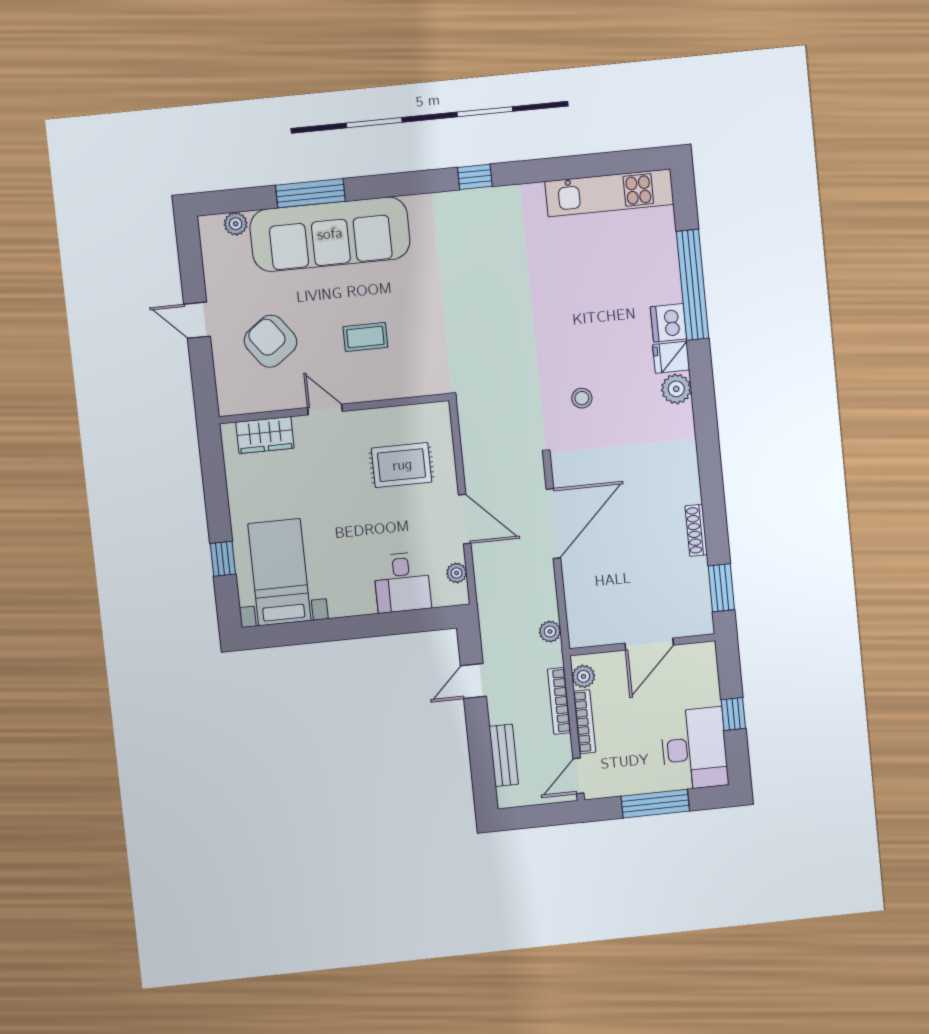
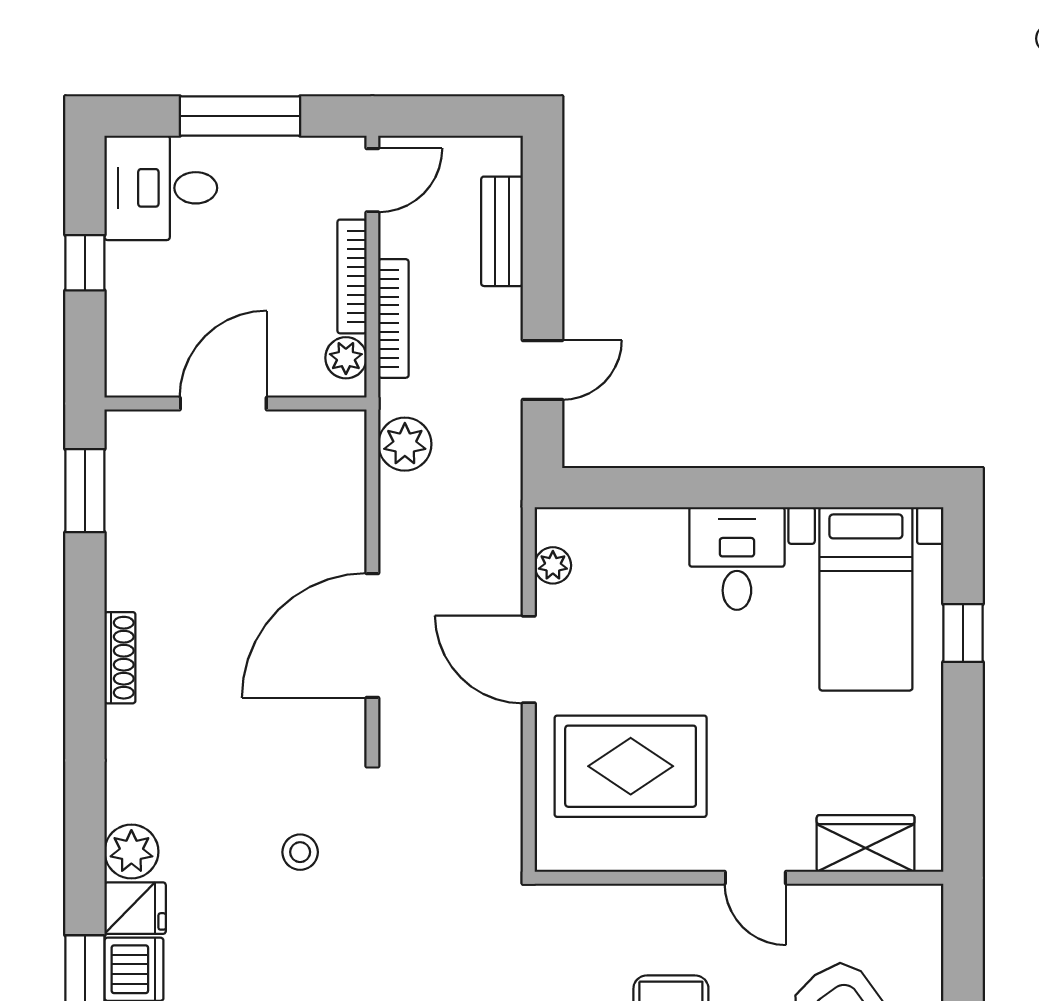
rug: (402, 465) -> (631, 766), width x1.36, depth x1.43
shoe rack: (696, 530) -> (120, 658), moved
desk: (402, 582) -> (737, 559), moved
plant: (550, 632) -> (405, 444), width x1.38, depth x1.38
desk: (694, 749) -> (161, 188), width x0.73

